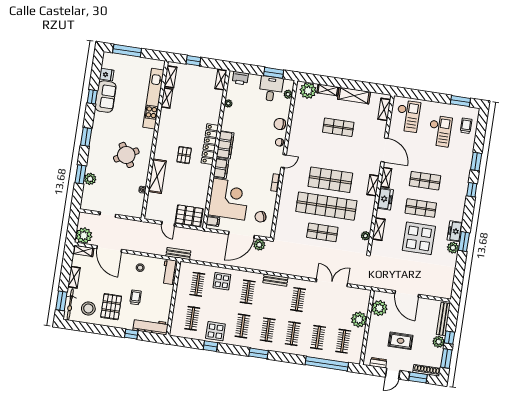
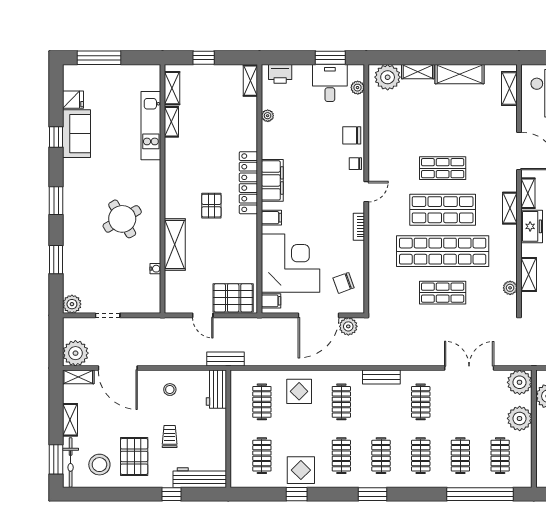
kitchen unit: (153, 99) -> (151, 126), width x0.73
shop shelf: (338, 127) -> (443, 168), moved
filing cabinet: (221, 168) -> (271, 218), width x0.50
plant: (90, 179) -> (72, 304), moved
plant: (362, 297) -> (520, 382), added

